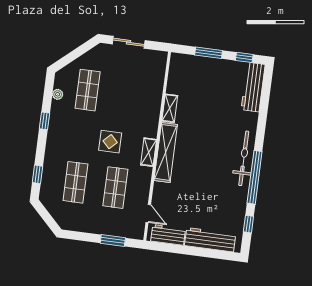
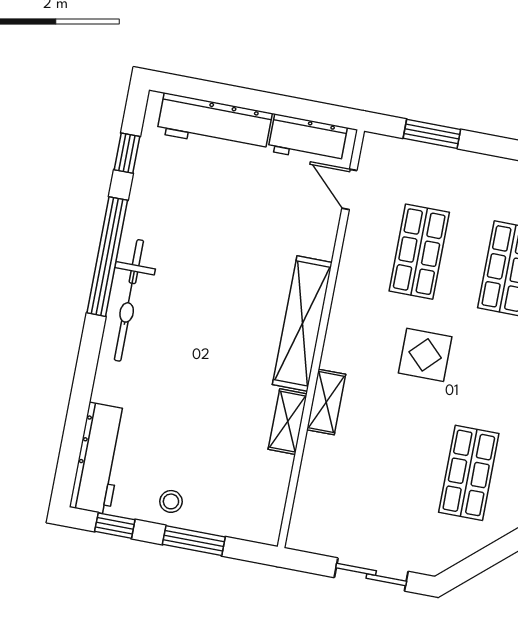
stool: (220, 70) -> (171, 501), added
shelving: (149, 152) -> (326, 402), moved

